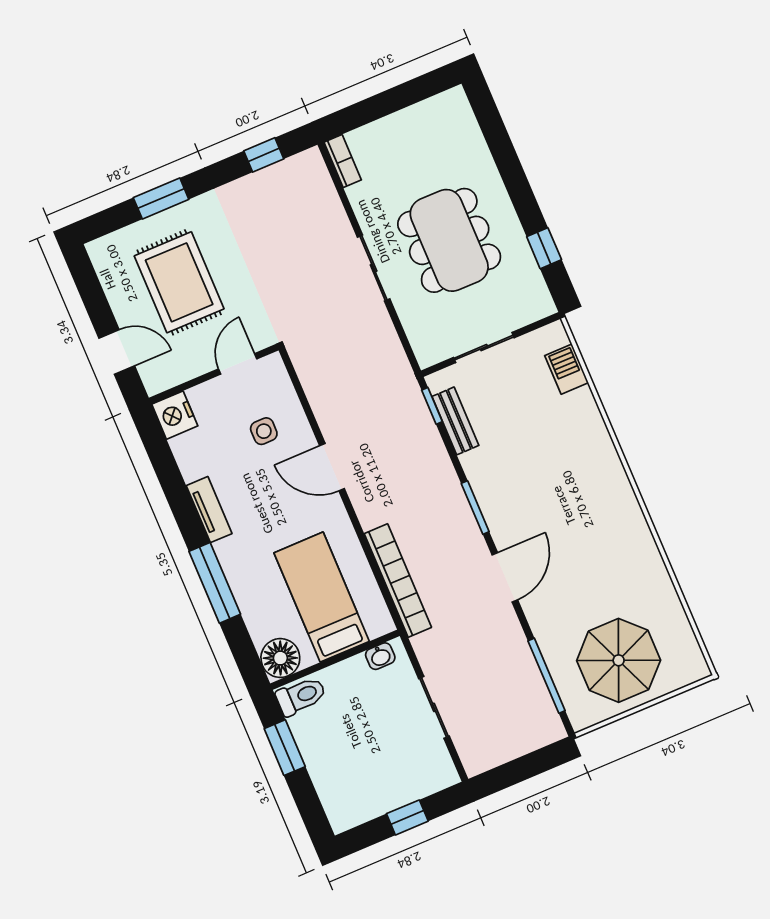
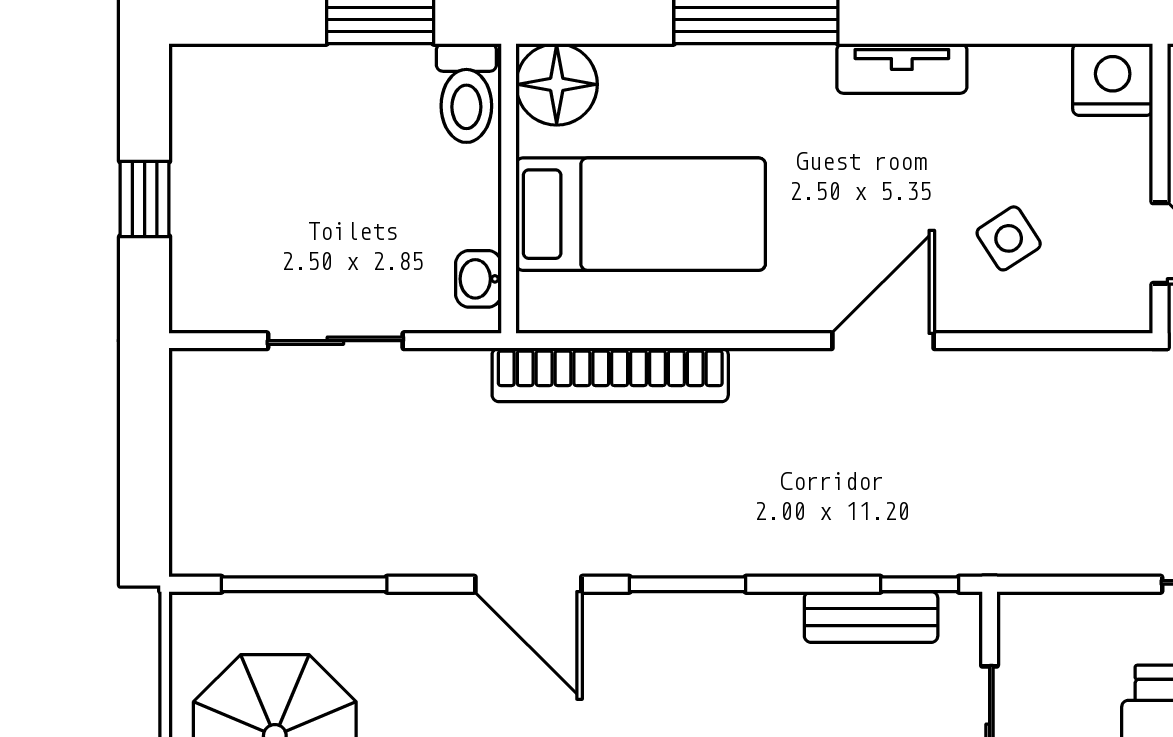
side table: (264, 431) -> (1009, 238), turned -33

